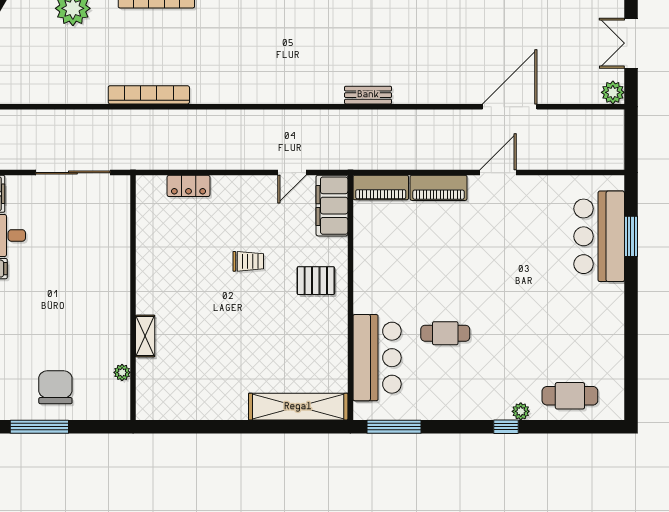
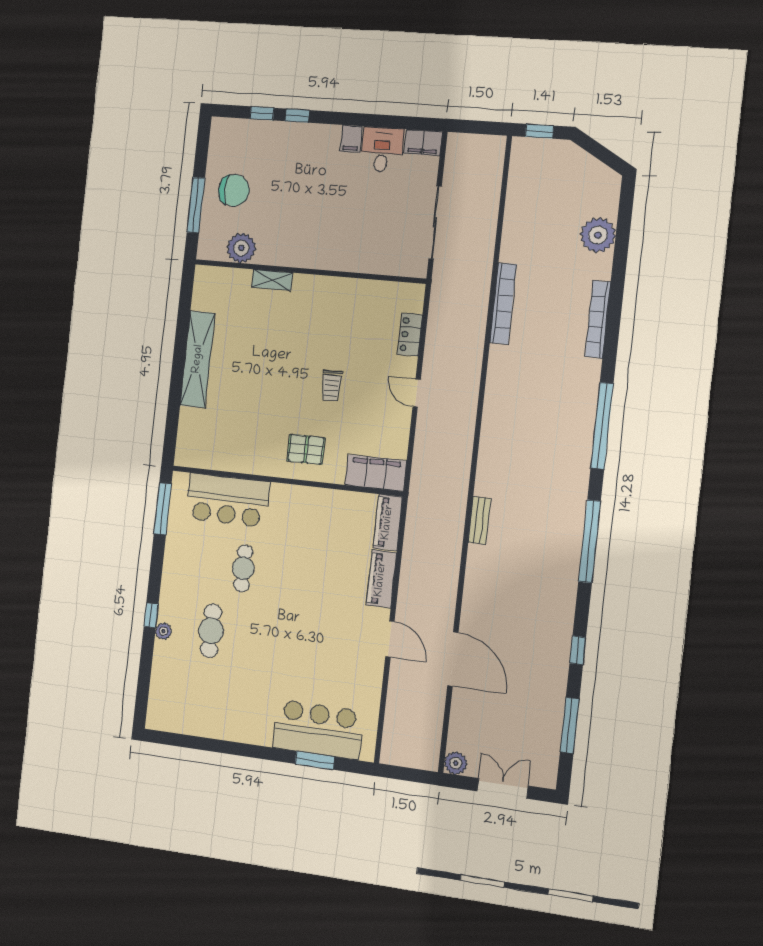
door: (292, 173) -> (417, 393), moved
pallet: (316, 281) -> (306, 449), turned 90
plant: (122, 372) -> (241, 248), width x1.88, depth x1.88
cafe table: (570, 396) -> (211, 631), moved
shelving: (298, 407) -> (198, 359), moved
window: (39, 427) -> (196, 205), moved

